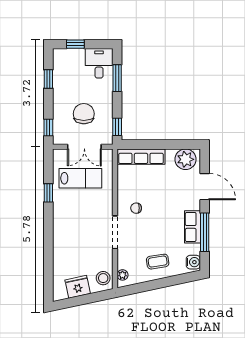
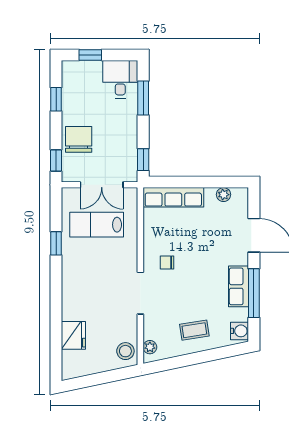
chair: (84, 114) -> (79, 139), moved
plant: (186, 159) -> (224, 195), width x0.53, depth x0.53
lab bench: (80, 178) -> (97, 225), turned 180
fridge: (78, 287) -> (73, 335), moved, turned 102

